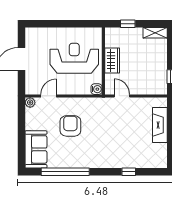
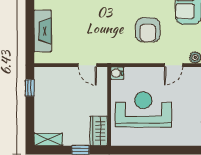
reception desk: (74, 58) -> (143, 109), turned 180
wardrobe: (112, 60) -> (99, 131), moved

